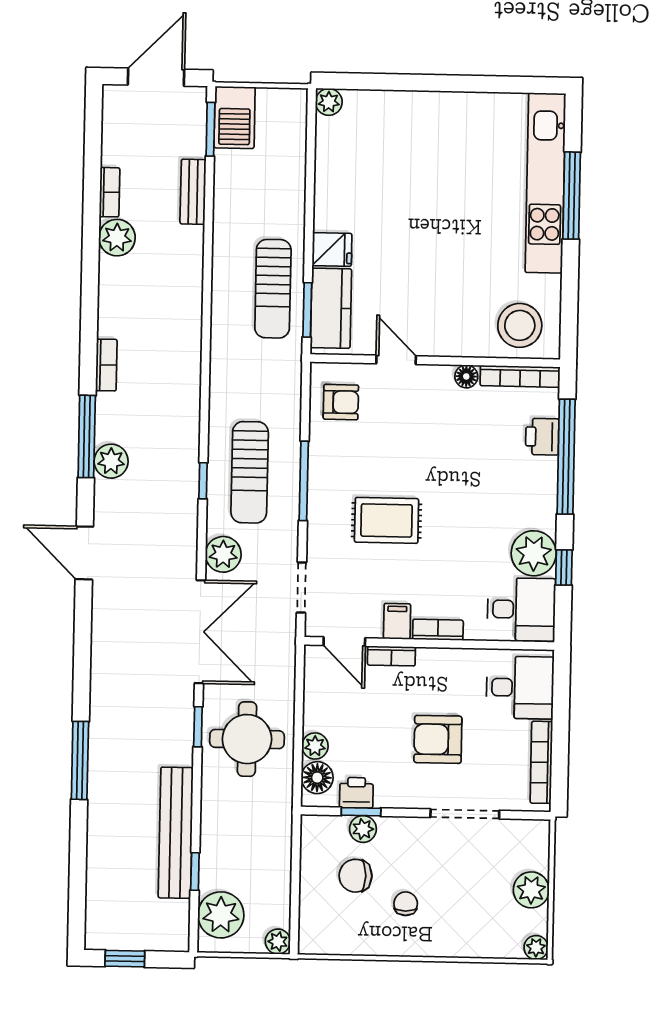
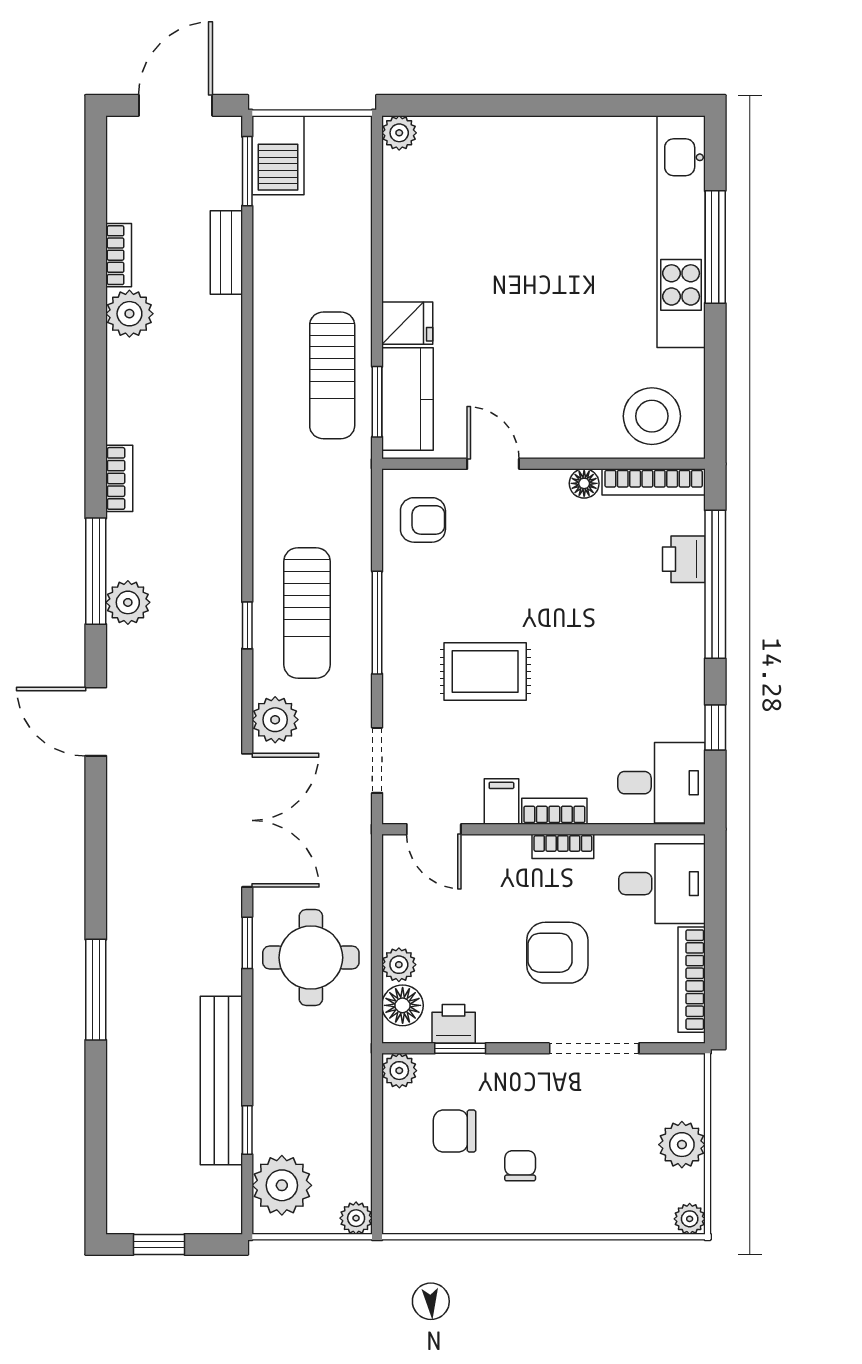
plant: (534, 553) -> (676, 710), removed
bookcase: (391, 656) -> (563, 846), moved
plant: (363, 829) -> (399, 1071), moved

